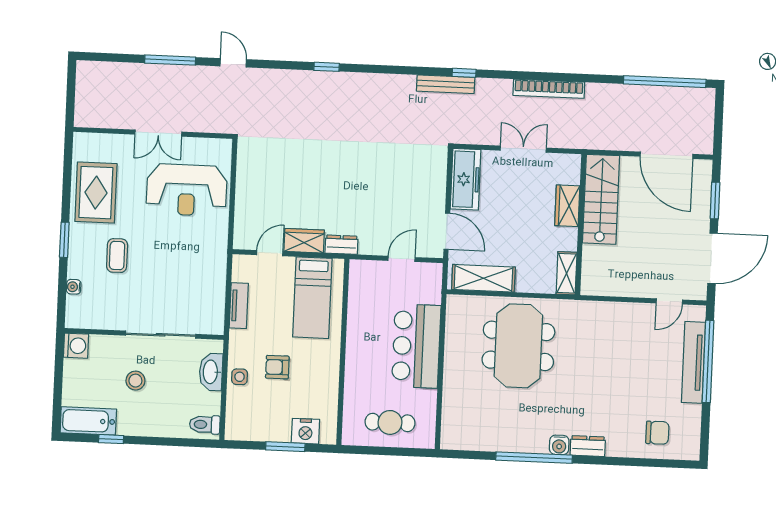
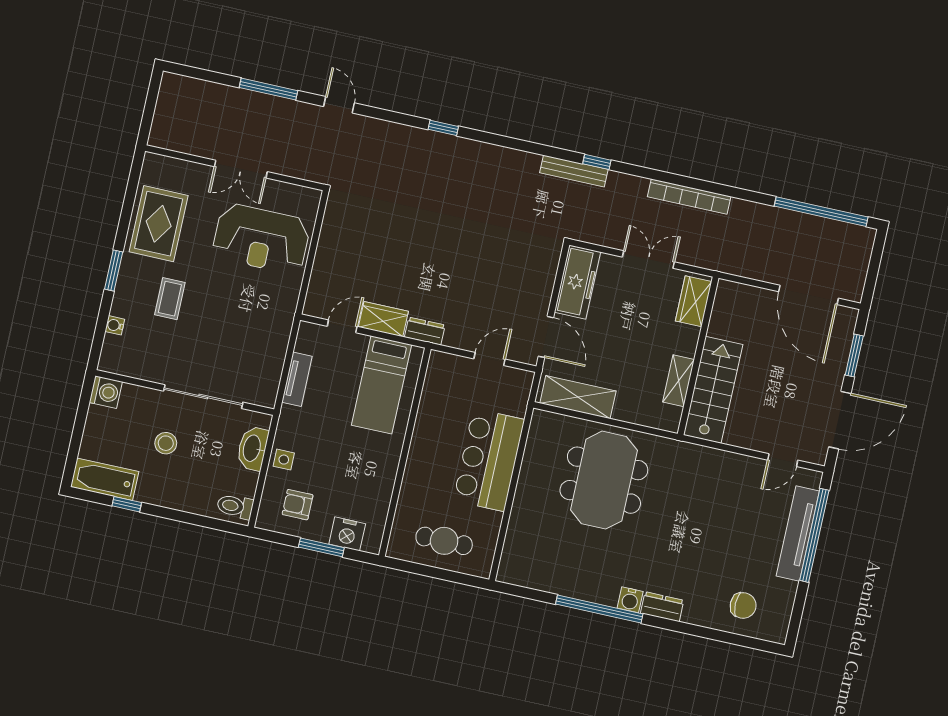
stairs: (601, 199) -> (713, 390), moved
wardrobe: (567, 206) -> (694, 301), moved
shelving: (567, 273) -> (679, 381), moved
armchair: (277, 367) -> (298, 505), moved

